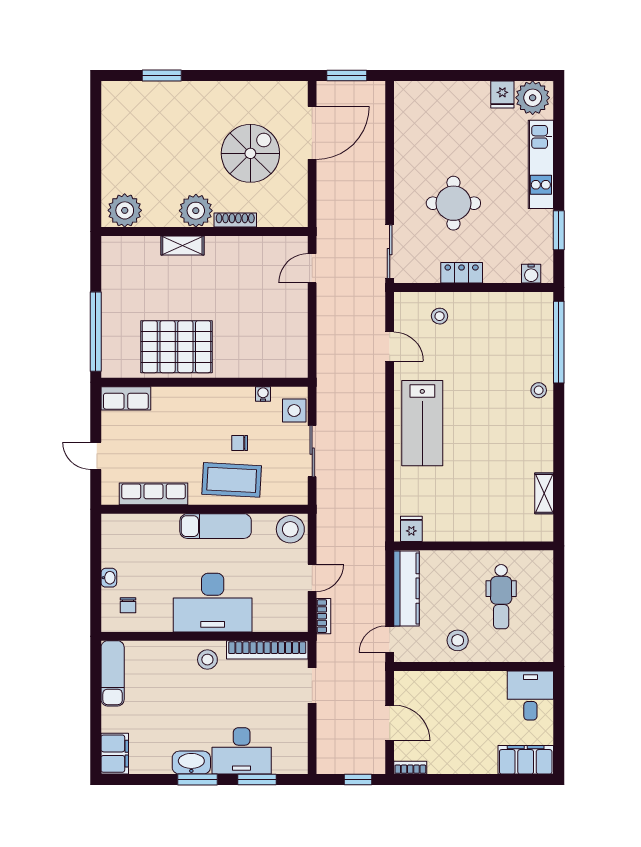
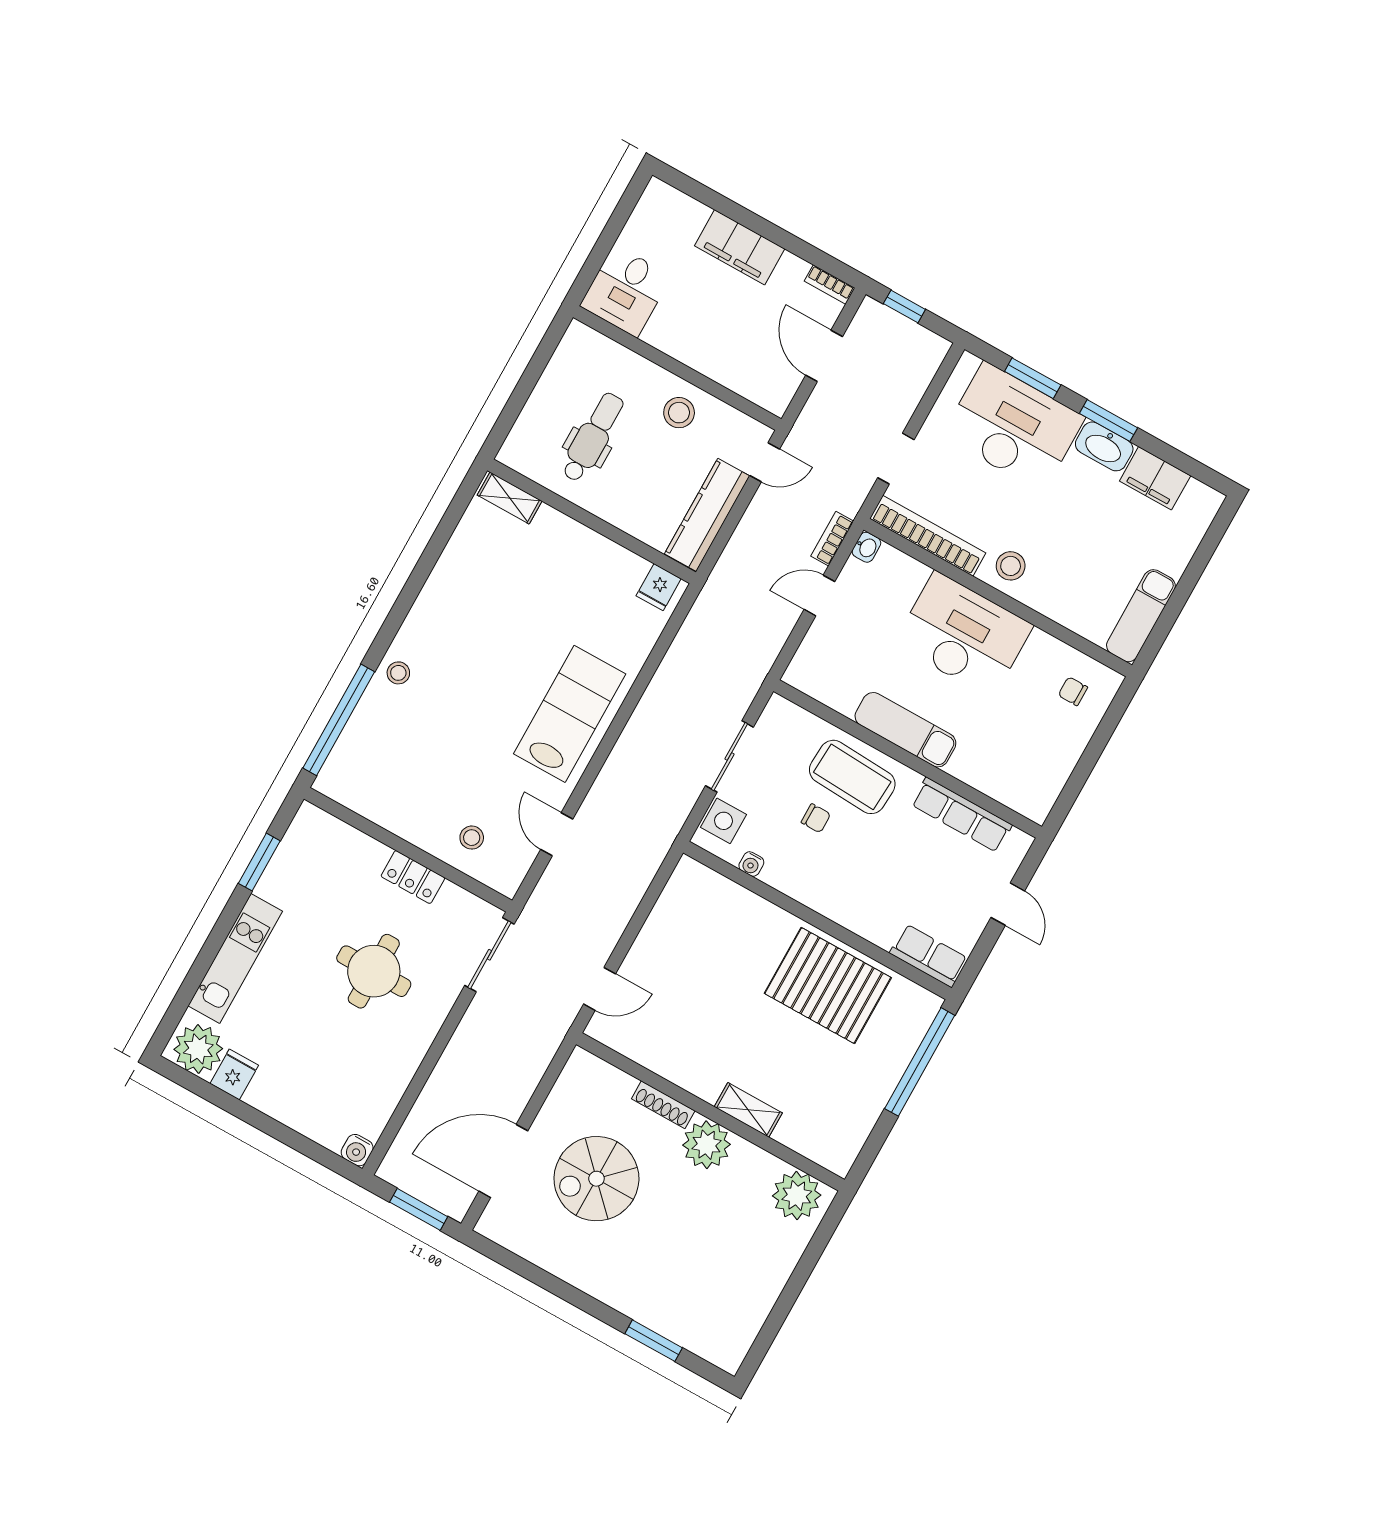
water cooler: (531, 274) -> (357, 1150), moved, turned 180
shelving: (544, 493) -> (510, 498), moved, turned 90
stool: (290, 529) -> (813, 673), removed
washbasin: (109, 578) -> (866, 547), moved, turned 180
chair: (128, 605) -> (1073, 691), turned -90
desk: (242, 751) -> (1013, 427), width x1.36, depth x1.30
filing cabinet: (115, 754) -> (1155, 478), moved, turned -90
filing cabinet: (526, 760) -> (740, 247), moved

